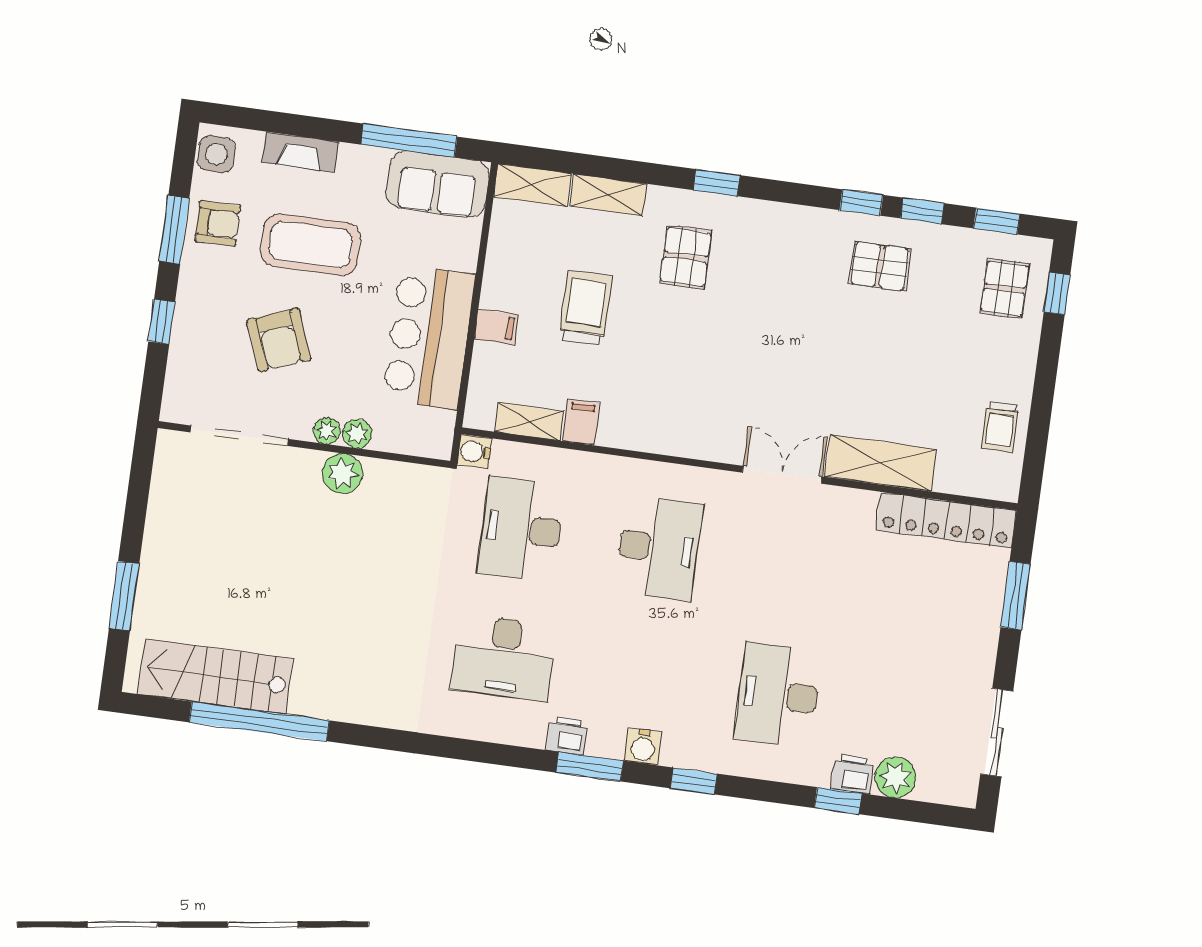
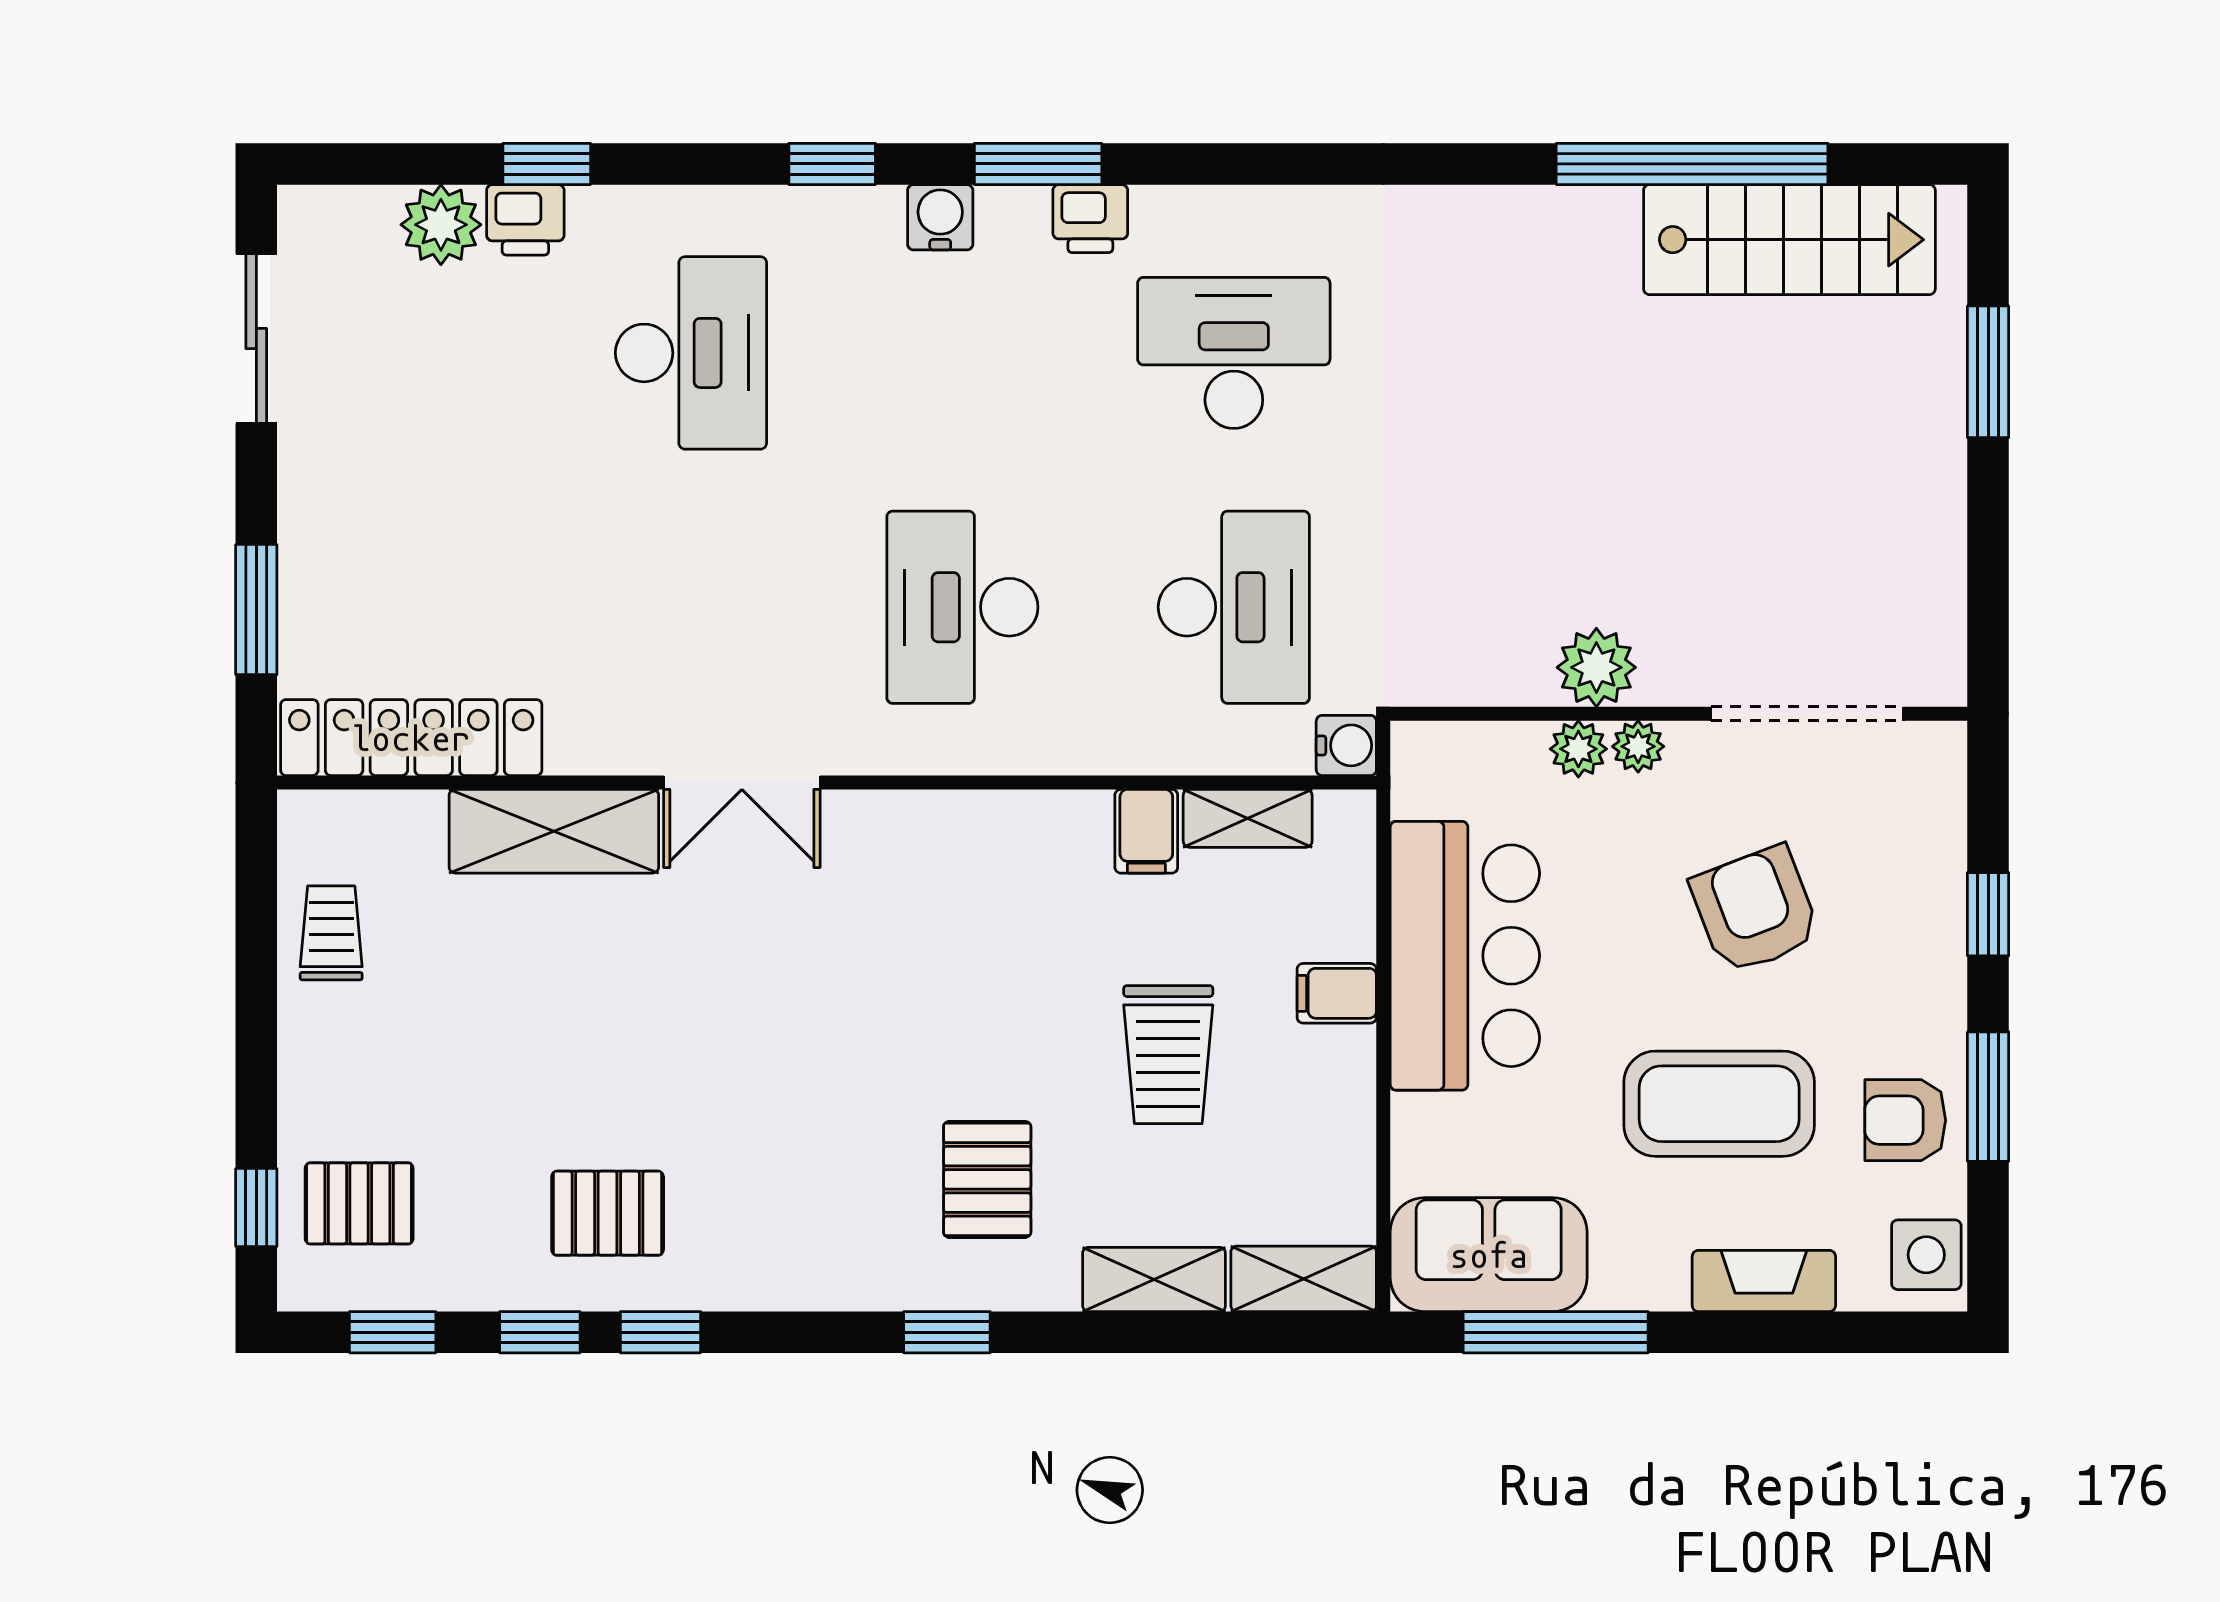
pallet: (1005, 288) -> (359, 1203), turned 90

